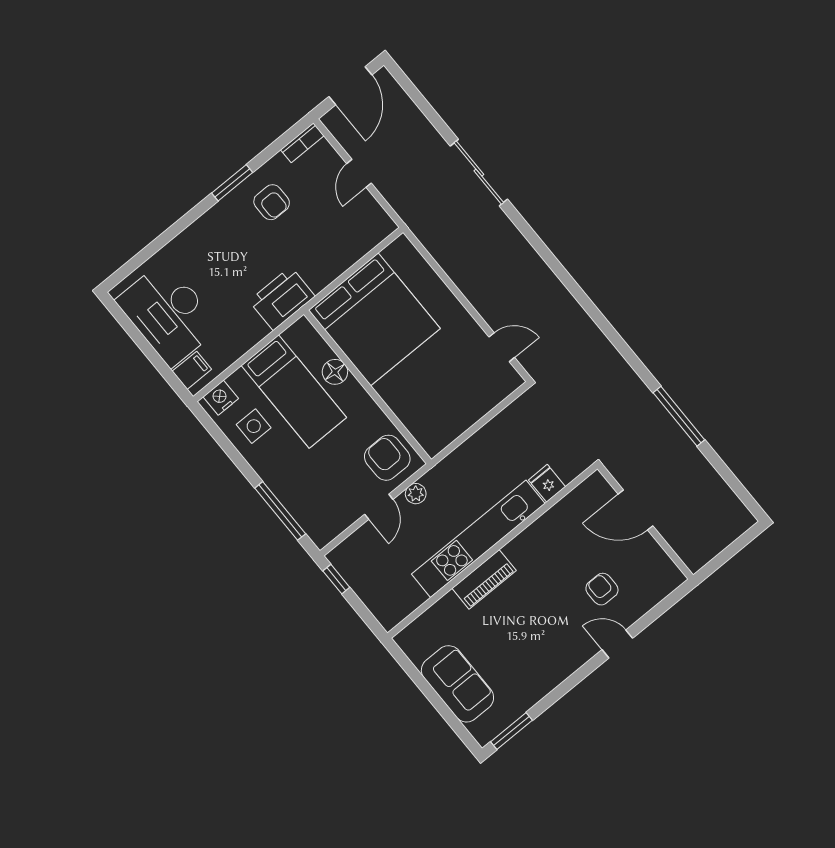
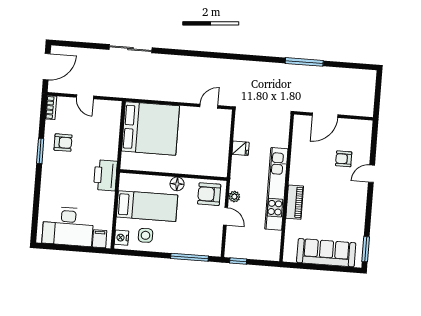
door: (350, 86) -> (47, 67), hinge flipped
bed: (374, 319) -> (150, 128), moved
floor lamp: (335, 372) -> (177, 184), moved
fridge: (547, 483) -> (241, 148), moved, turned 180
sofa: (457, 684) -> (326, 253), width x1.36

